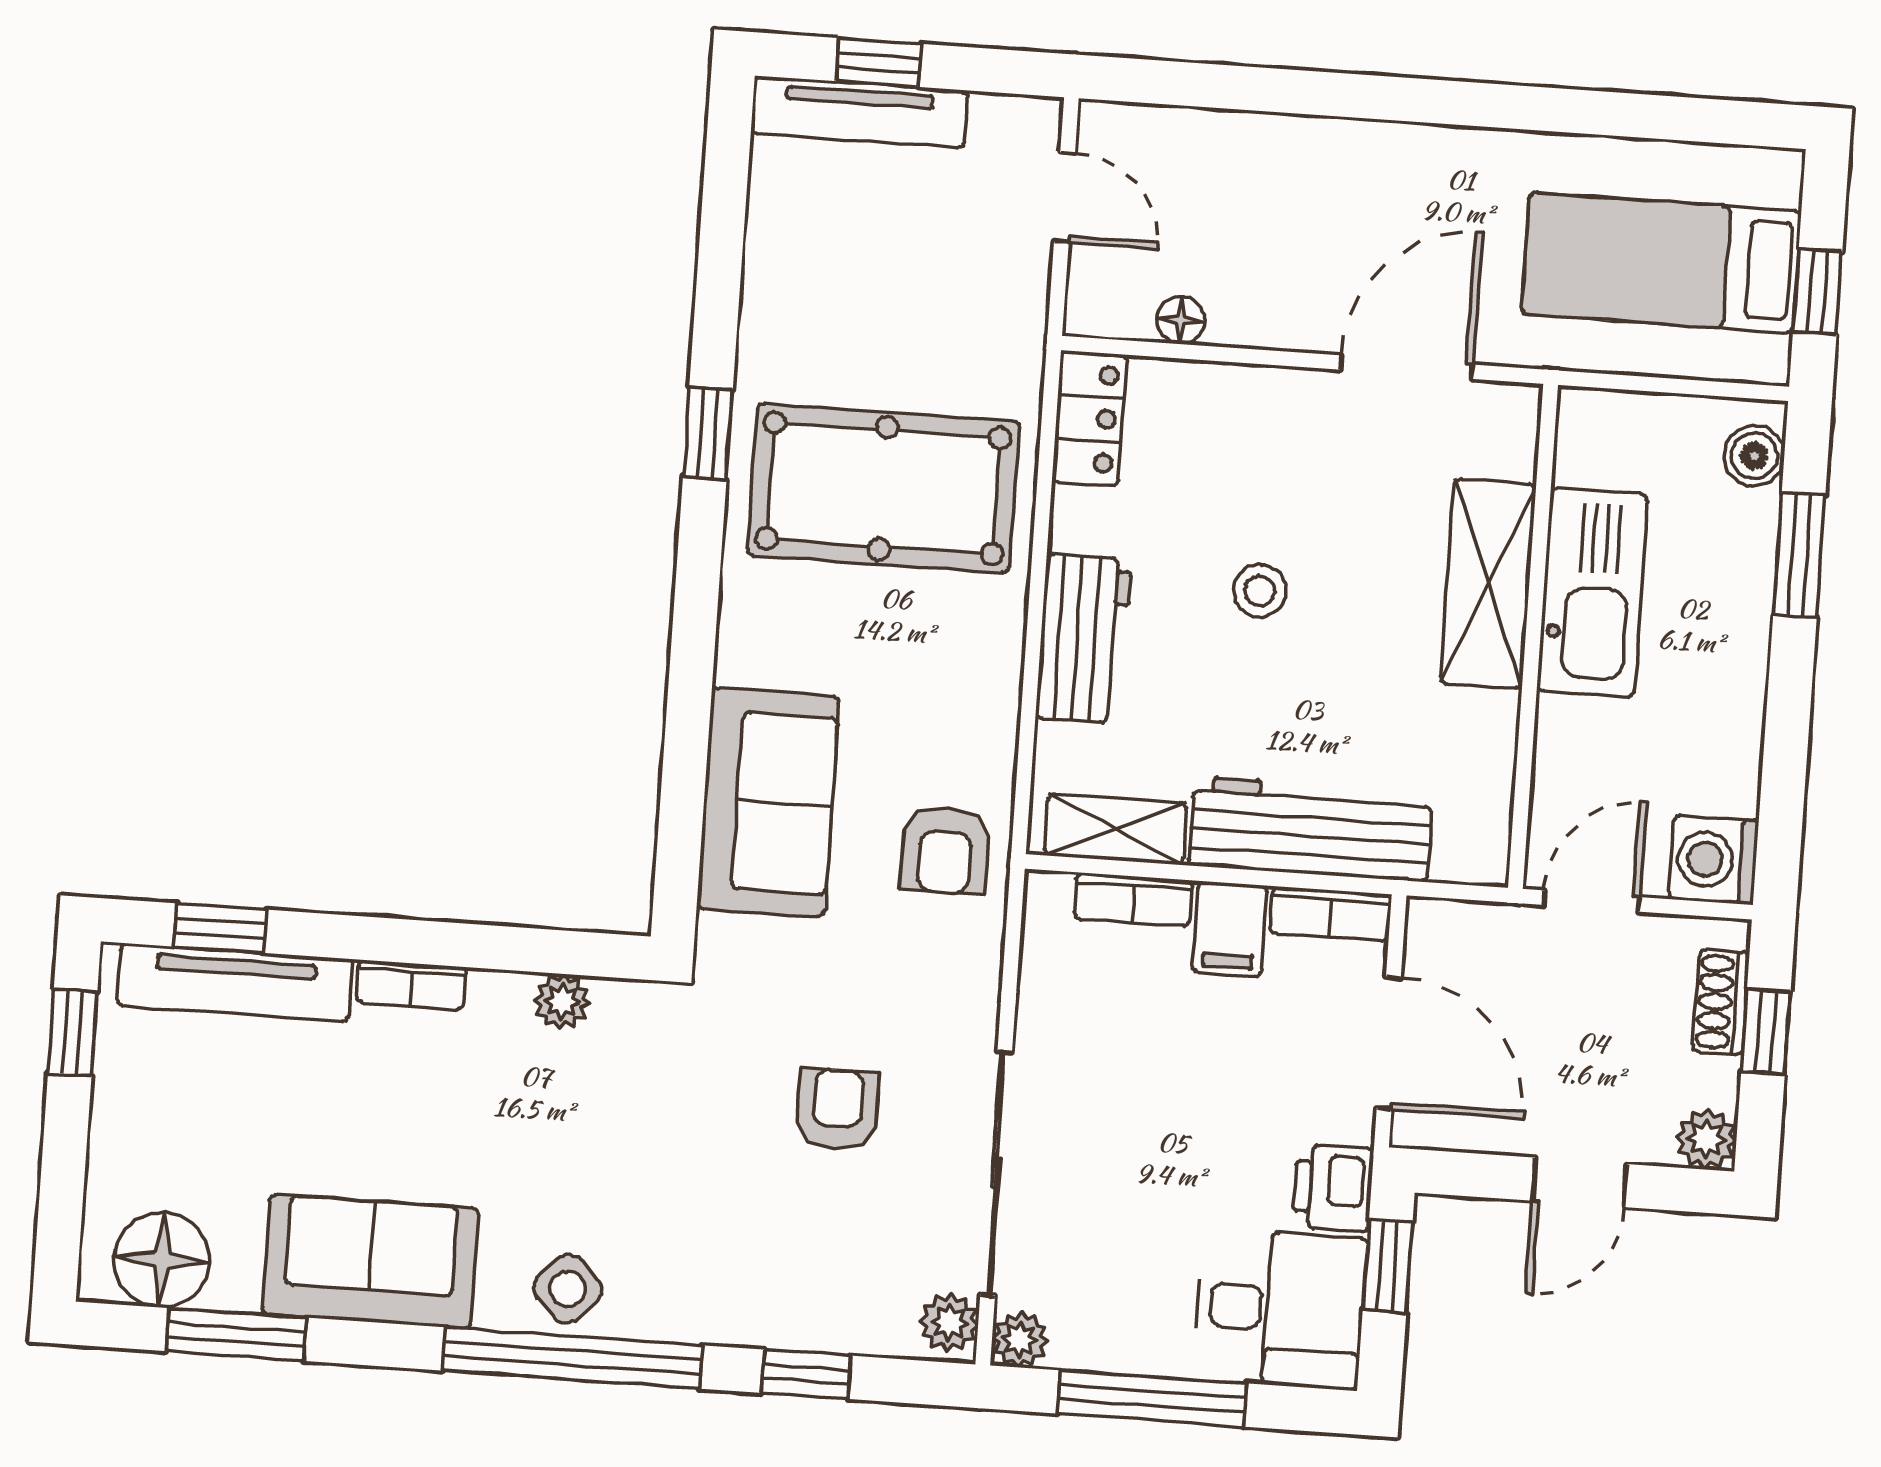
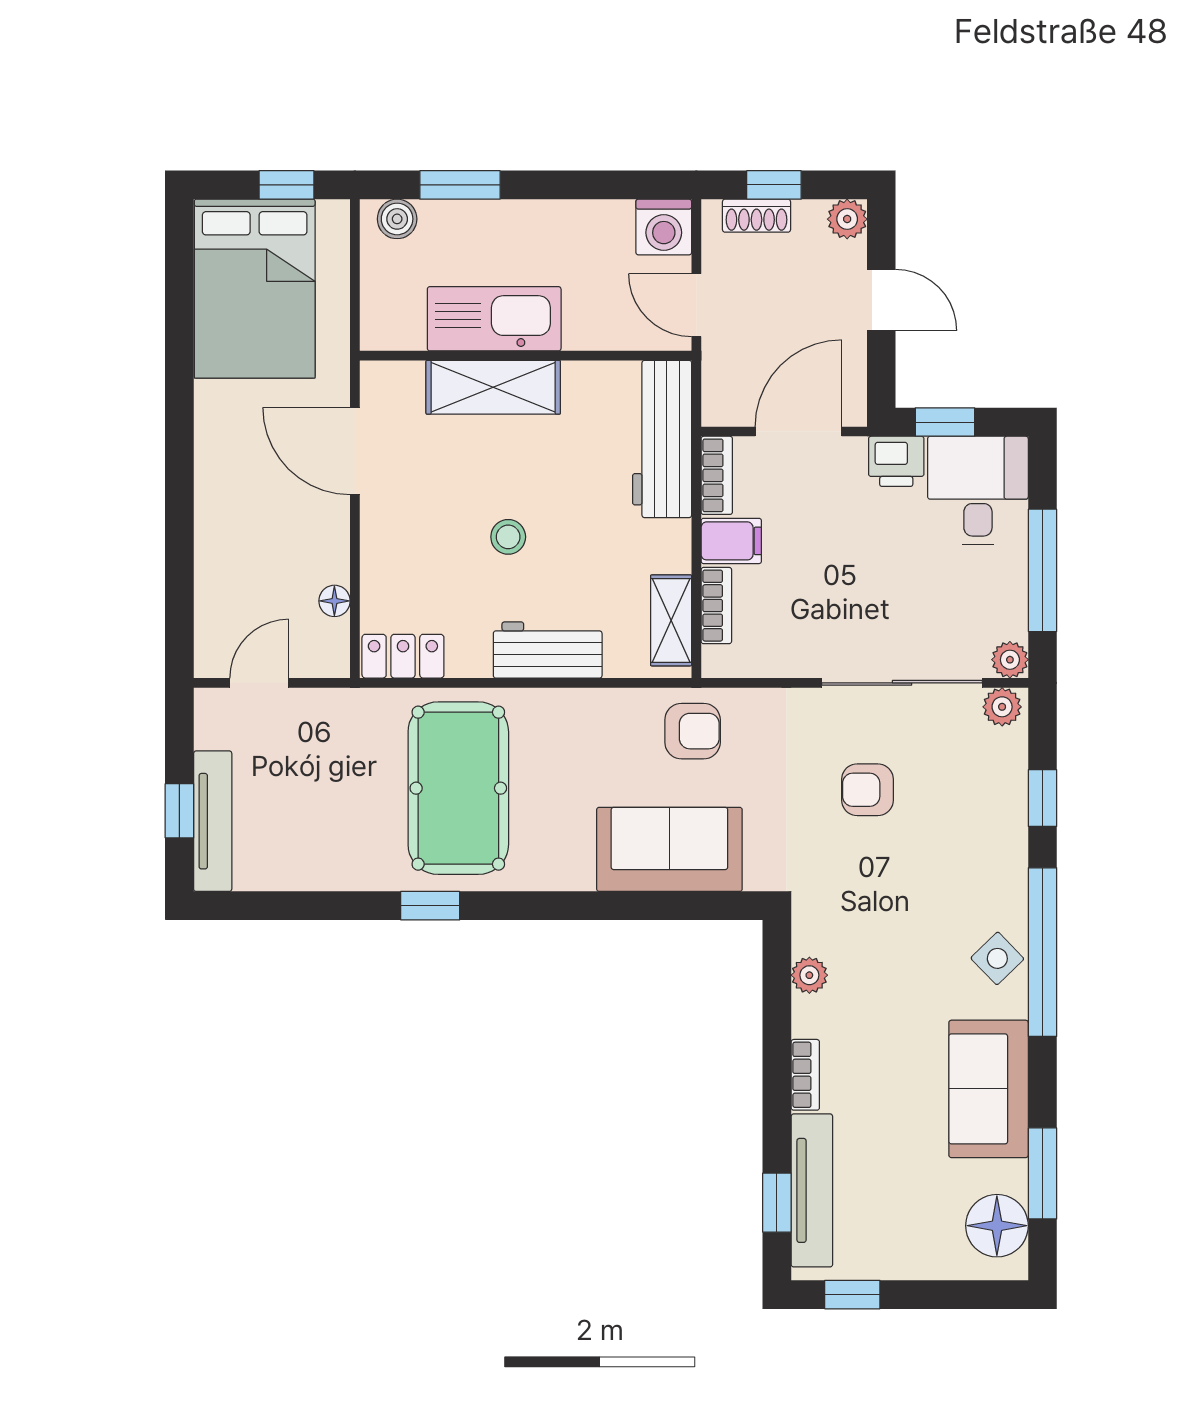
bed: (1661, 263) -> (255, 289), width x1.50
workbench: (1311, 829) -> (662, 439), moved

